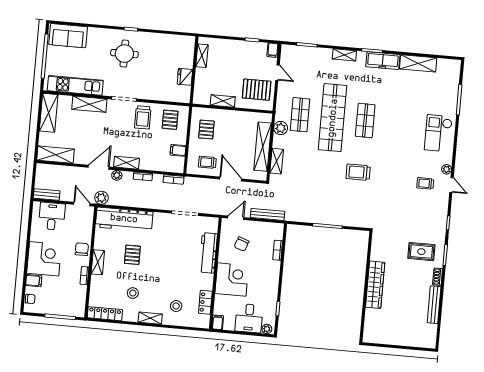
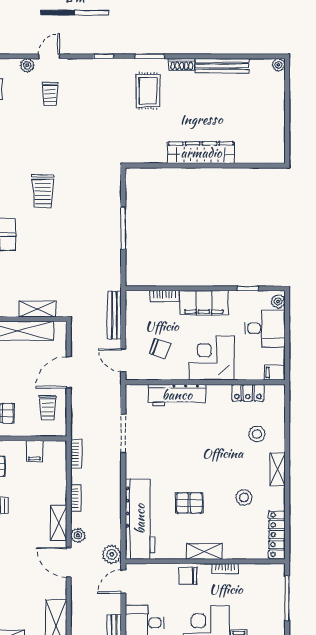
filing cabinet: (271, 277) -> (204, 303), added
plant: (431, 344) -> (278, 65), added

